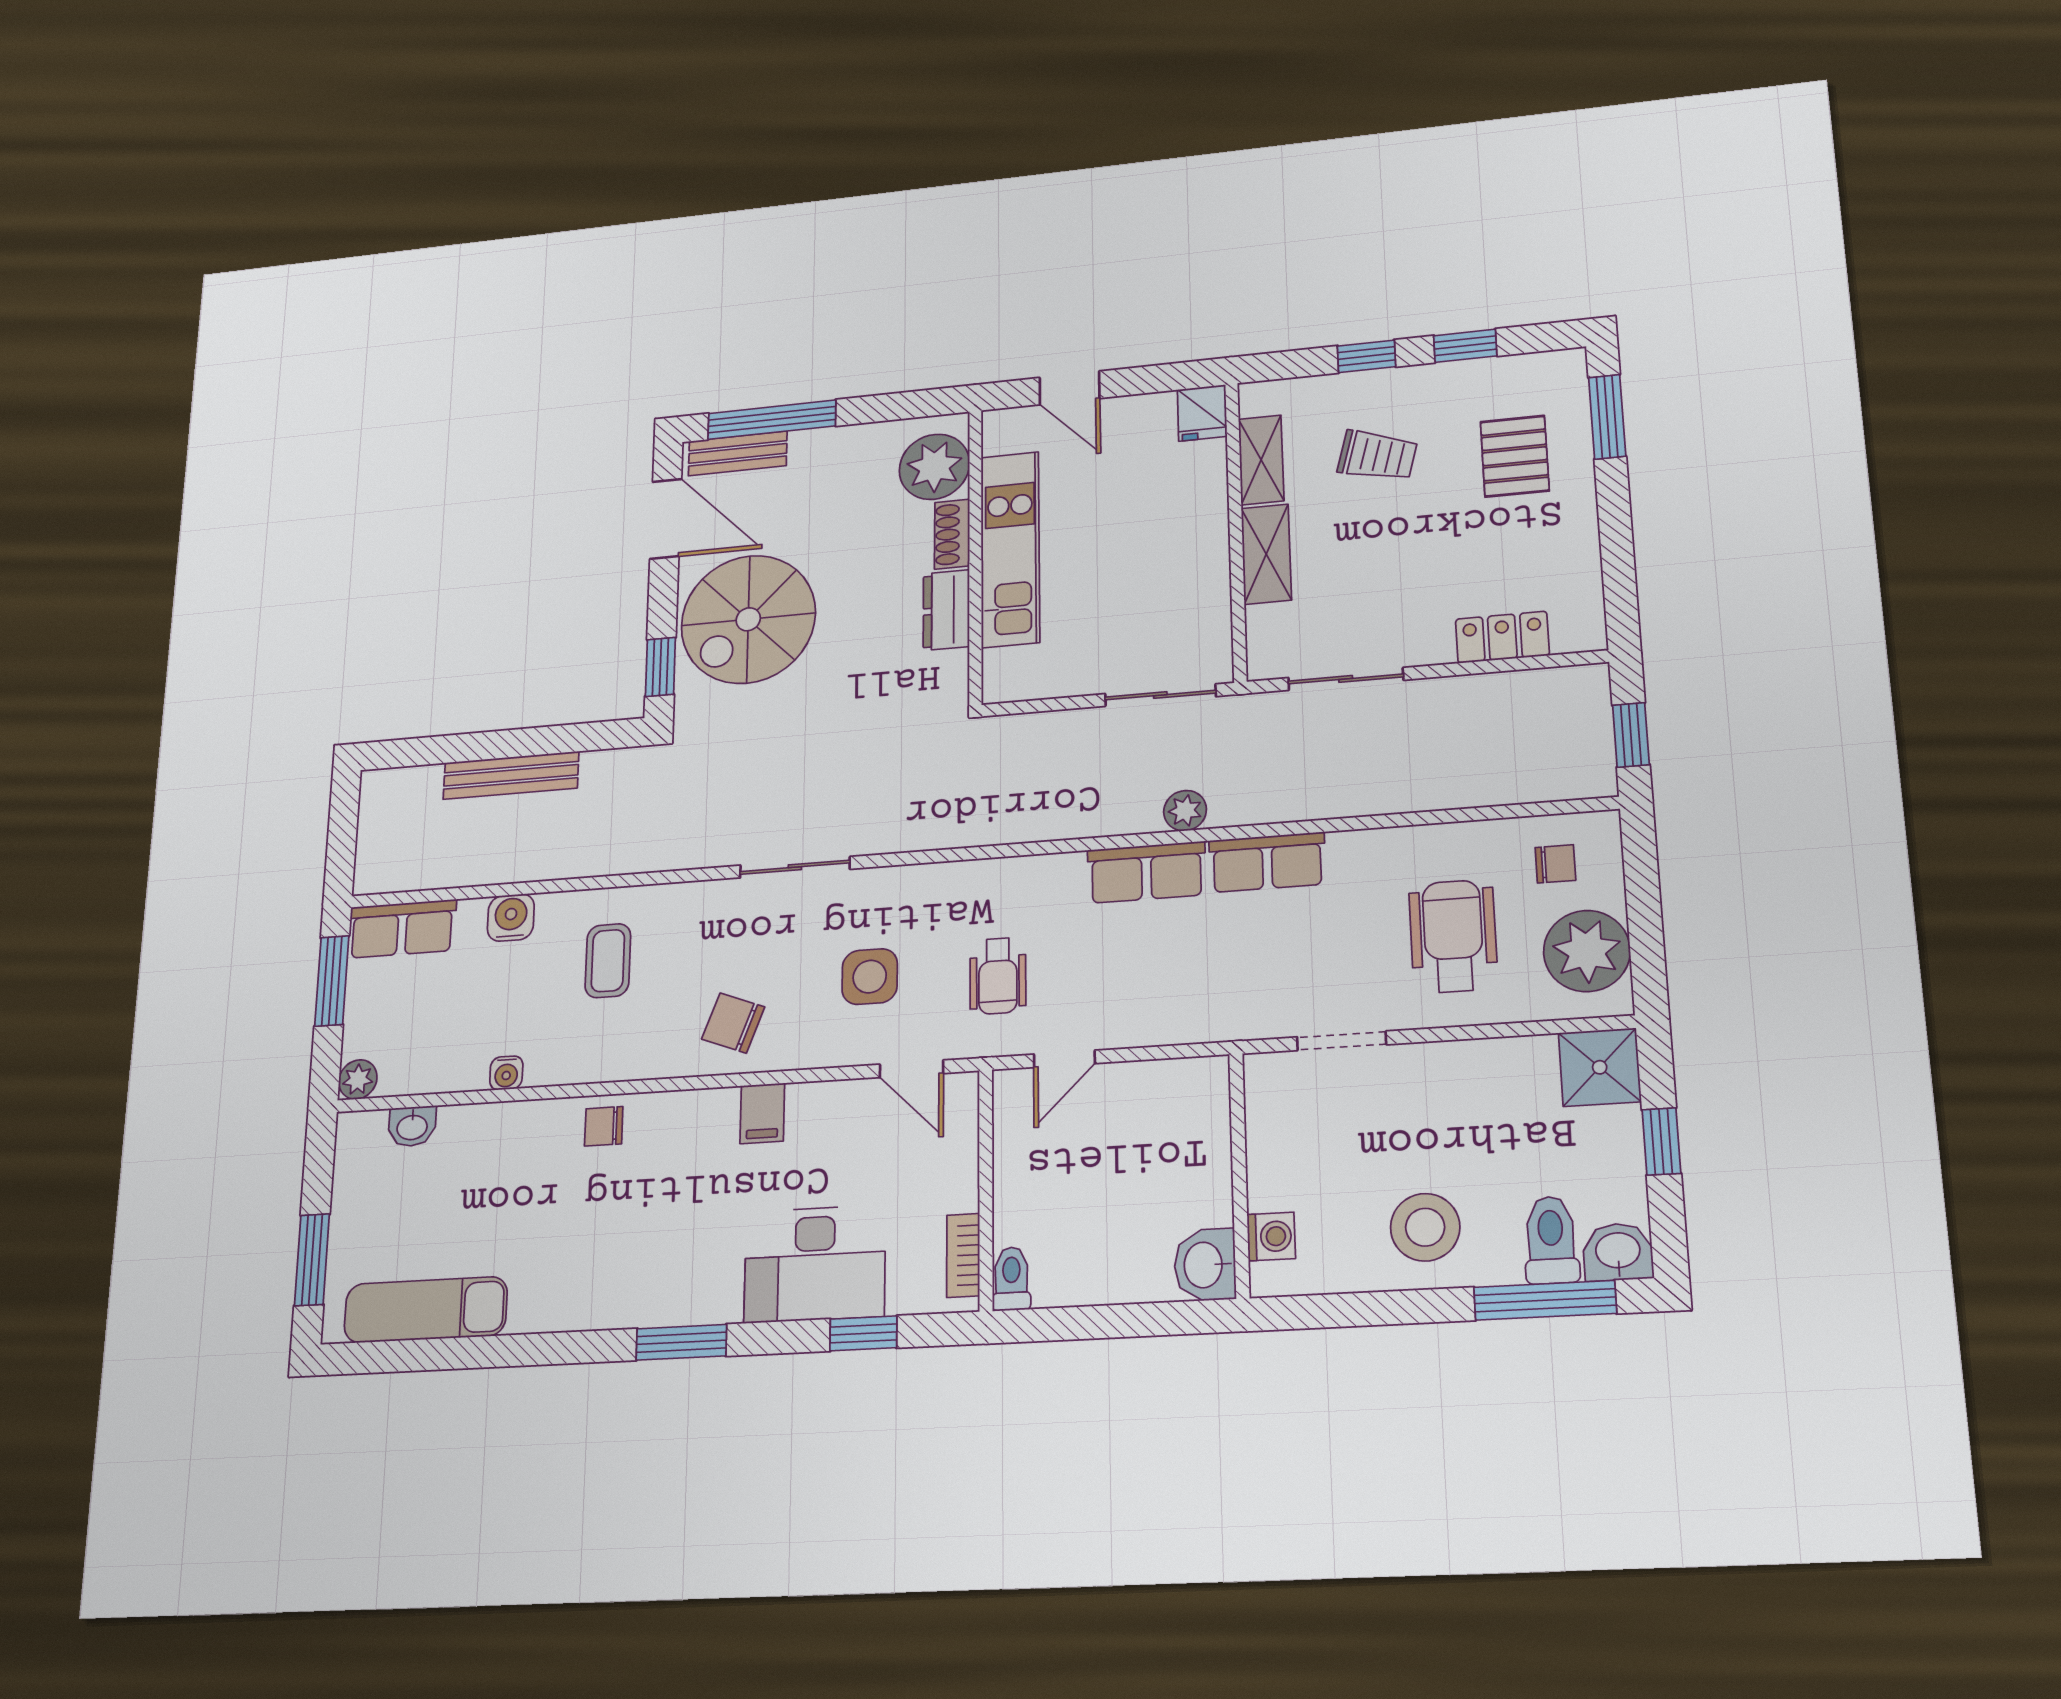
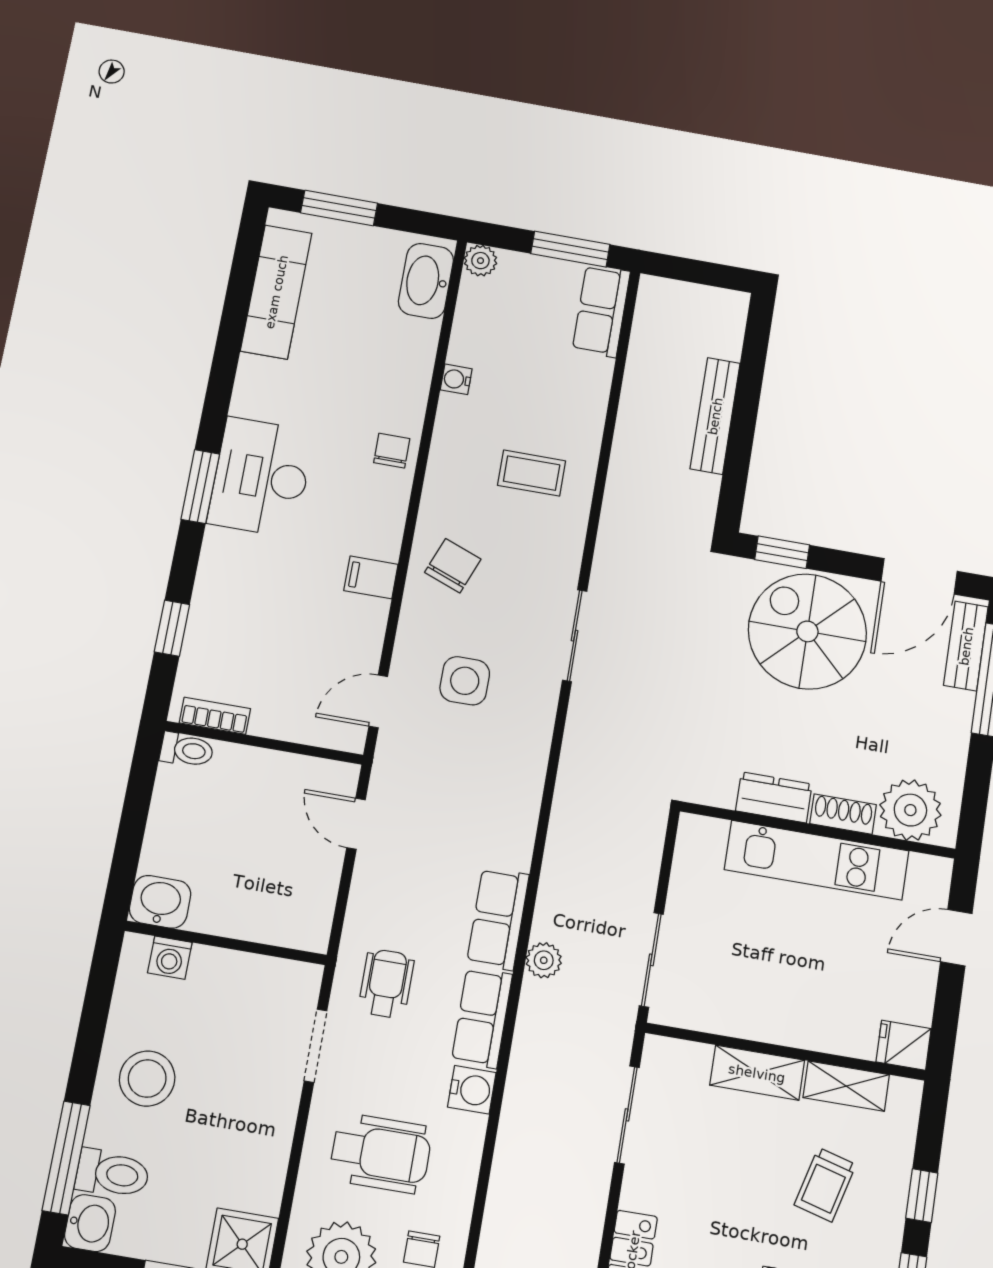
water cooler: (511, 918) -> (472, 1090), moved
wheelchair: (998, 976) -> (386, 984), moved, turned 90
washbasin: (412, 1126) -> (426, 281), width x1.91, depth x1.45
desk: (815, 1264) -> (261, 477), moved

